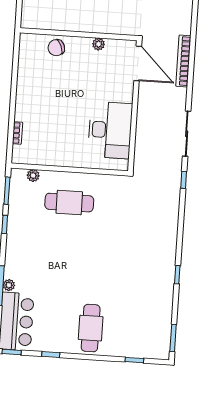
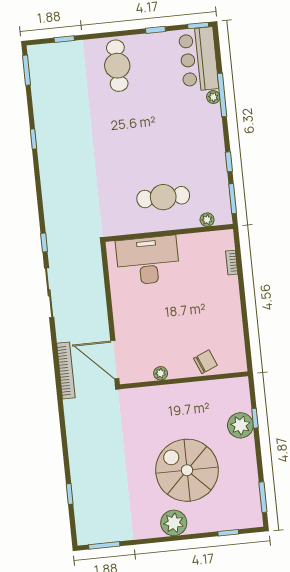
desk: (110, 130) -> (148, 260), moved, turned 90

